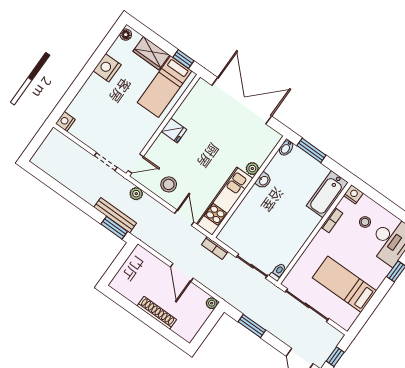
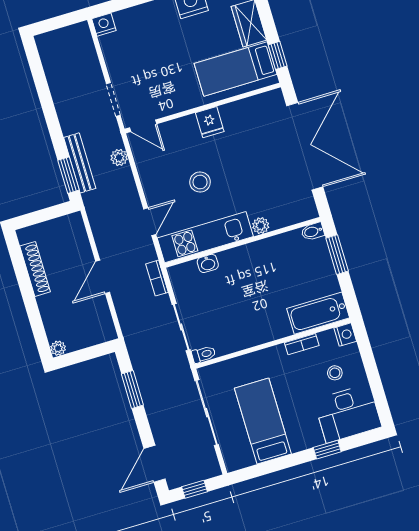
washbasin: (263, 180) -> (208, 263), moved
stool: (169, 184) -> (200, 182), moved
plant: (212, 303) -> (58, 348), moved
shoe rack: (157, 313) -> (35, 269), moved

